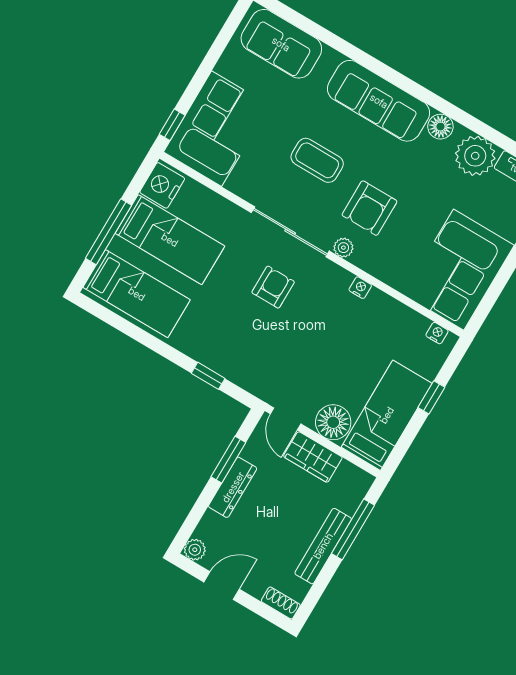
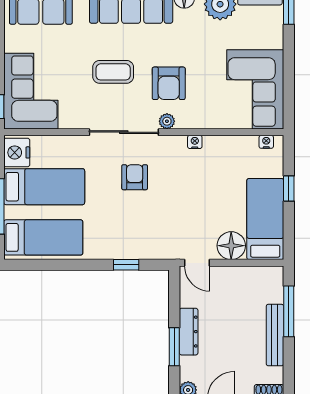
wardrobe: (313, 457) -> (231, 278), removed
window: (228, 460) -> (174, 347), moved

